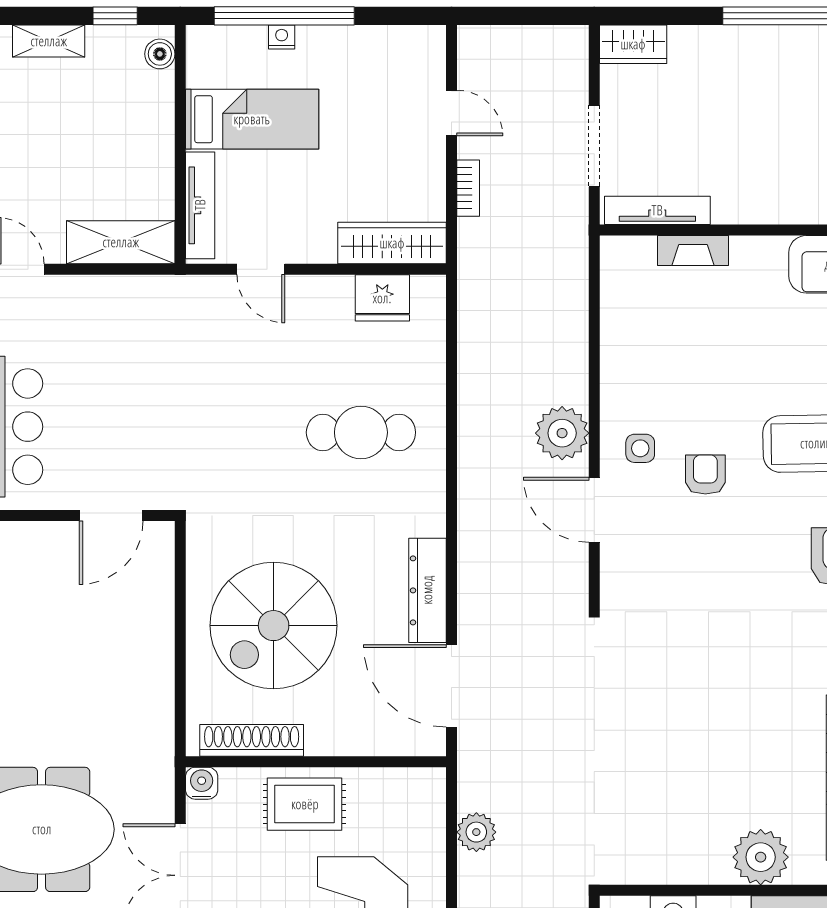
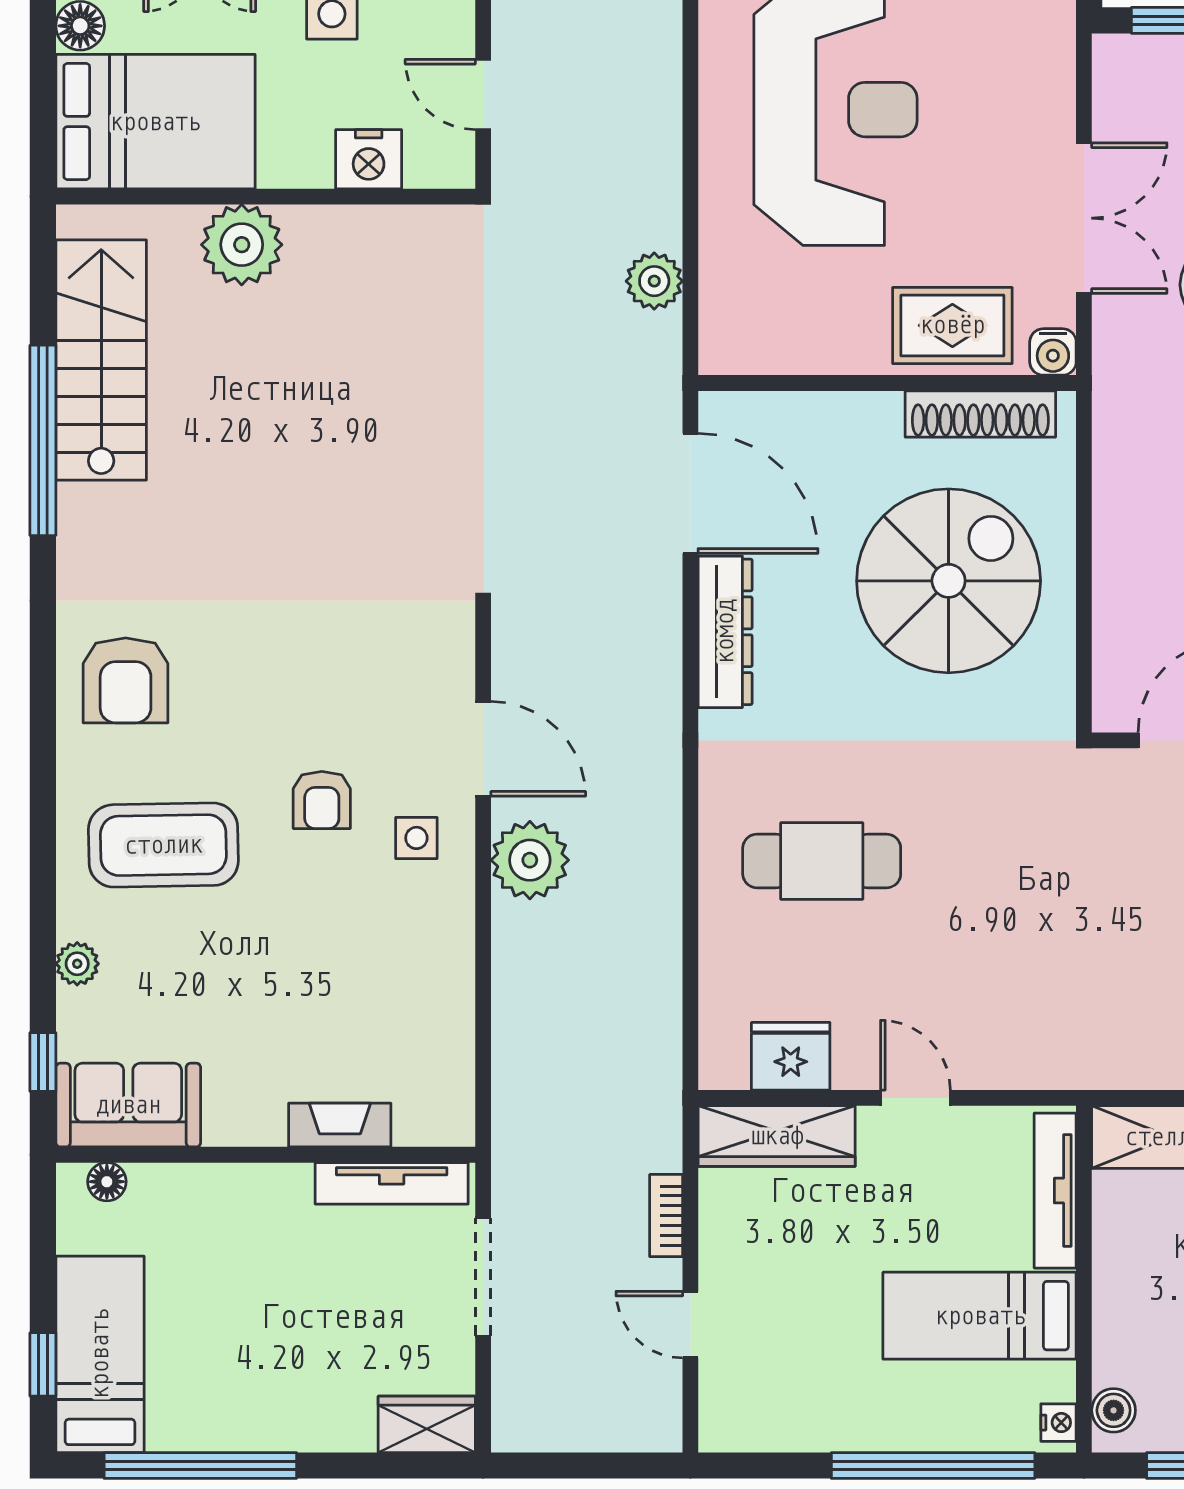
nightstand: (282, 37) -> (1058, 1423), moved, turned -90
door: (261, 269) -> (915, 1098), moved
rug: (305, 804) -> (952, 325), moved

